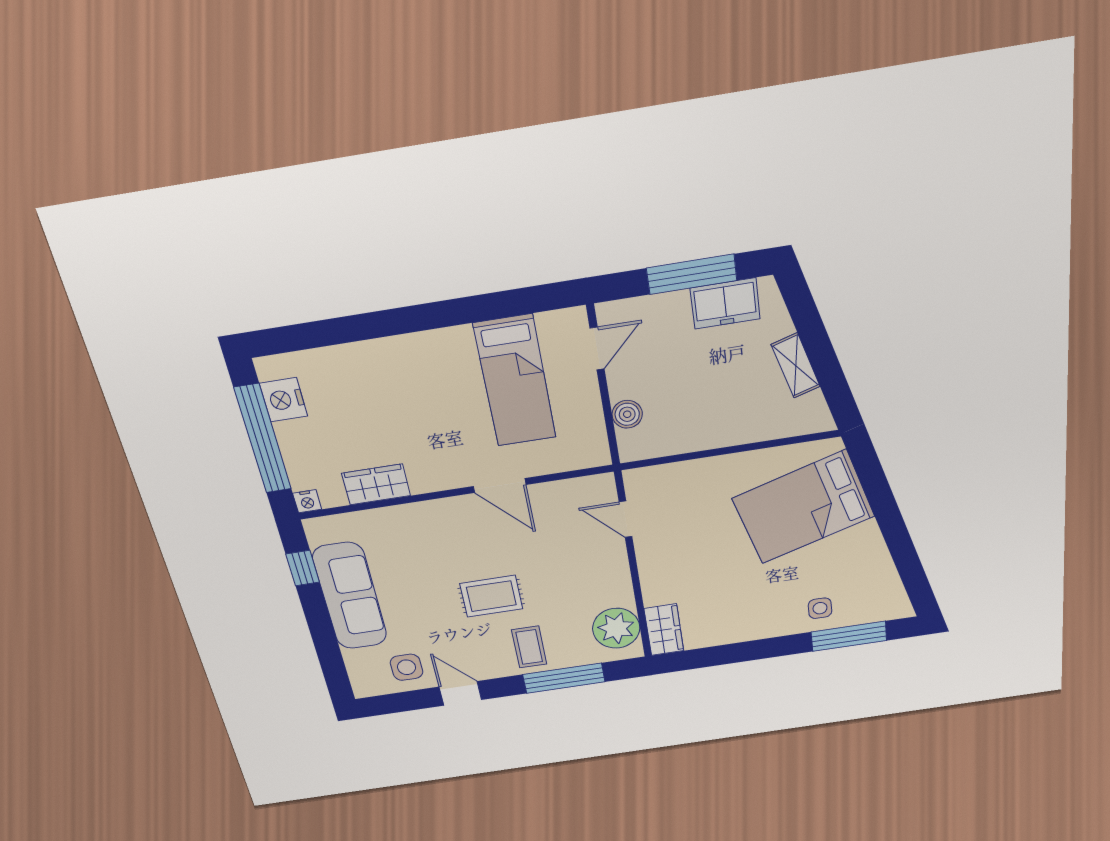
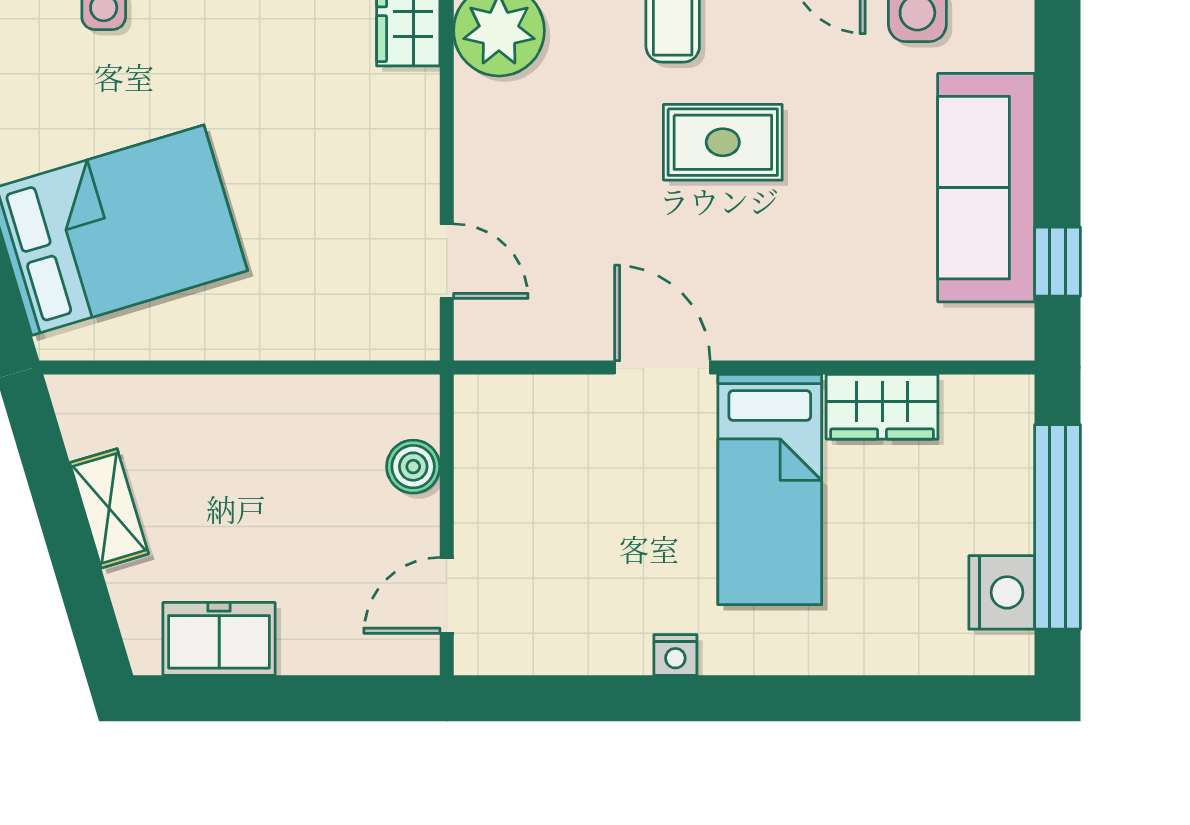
window: (692, 274) -> (269, 698), removed
bed: (515, 381) -> (770, 490), moved, turned 180
nightstand: (307, 501) -> (675, 655), moved, turned 180

